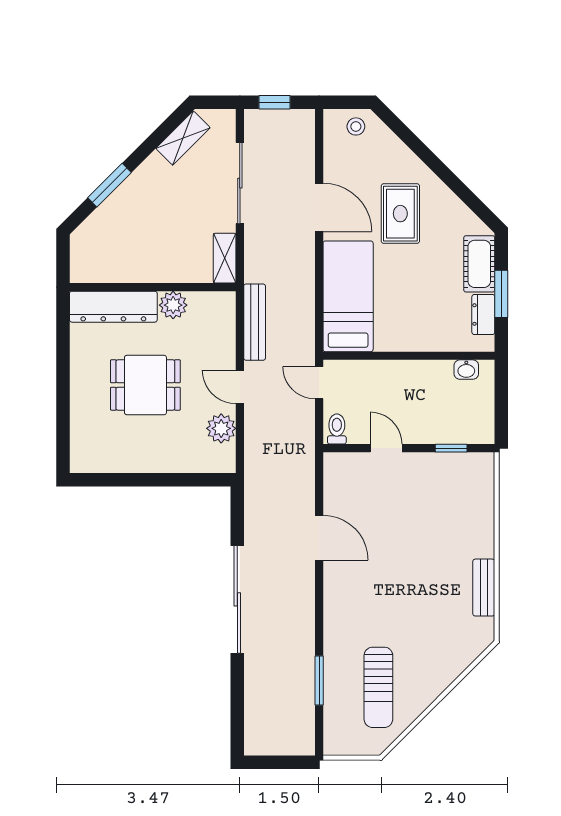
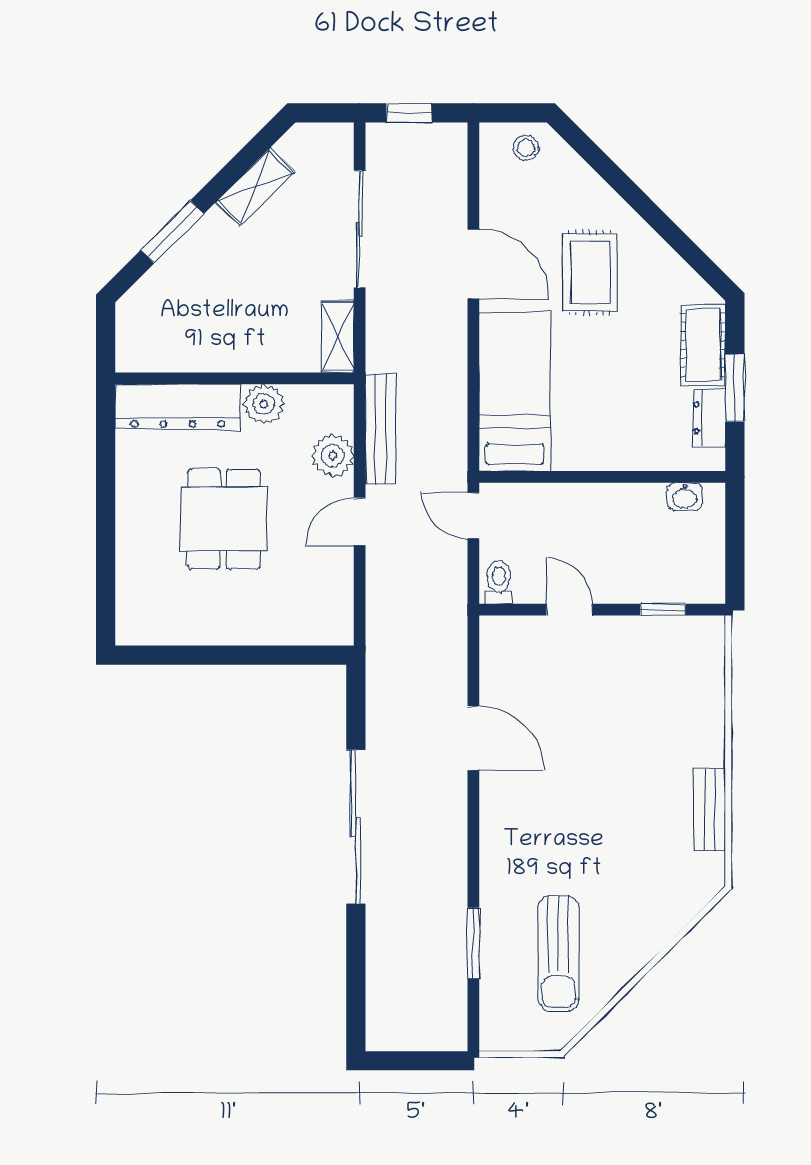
shelving: (183, 138) -> (255, 187), moved
dining table: (145, 385) -> (224, 519), turned 90
door: (240, 387) -> (360, 522), hinge flipped
plant: (221, 428) -> (333, 455), moved

